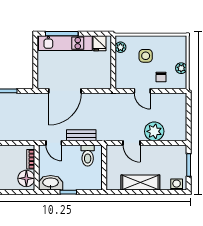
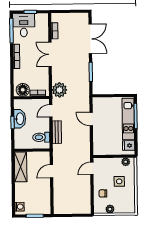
door: (65, 91) -> (91, 119), width x0.53
door: (142, 91) -> (92, 168), moved
plant: (154, 131) -> (59, 90), moved
washbasin: (51, 183) -> (20, 119), moved
shelving: (140, 183) -> (21, 167), moved

